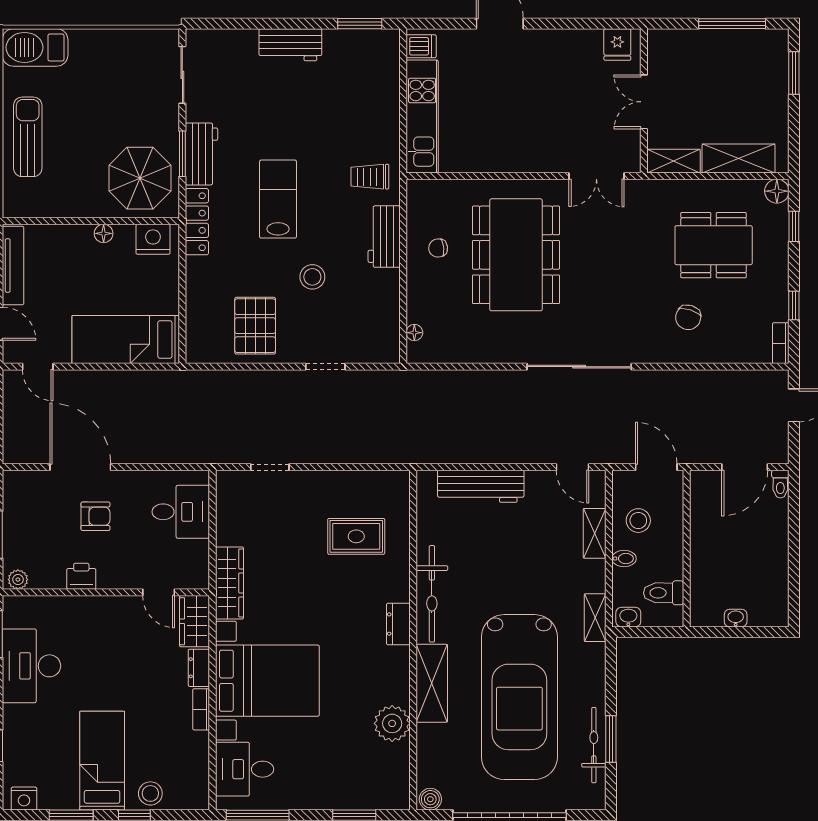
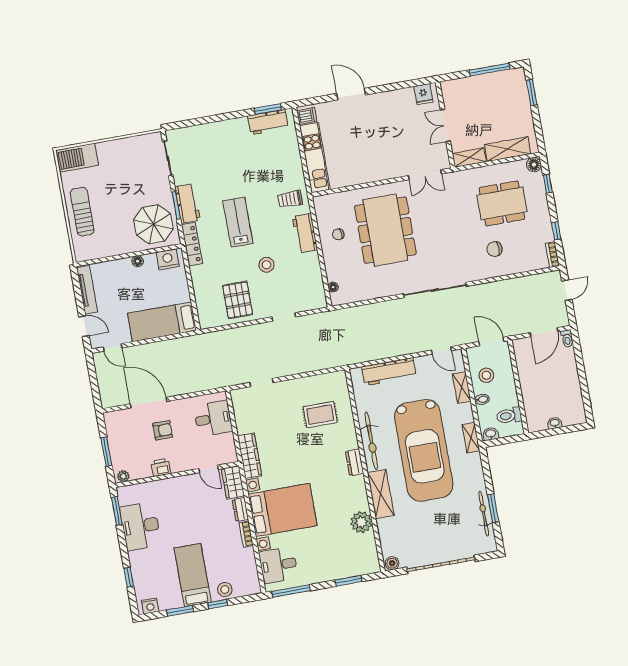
workbench: (290, 45) -> (268, 122), moved
chair: (688, 317) -> (494, 249), turned 73
car: (519, 697) -> (424, 450), moved

